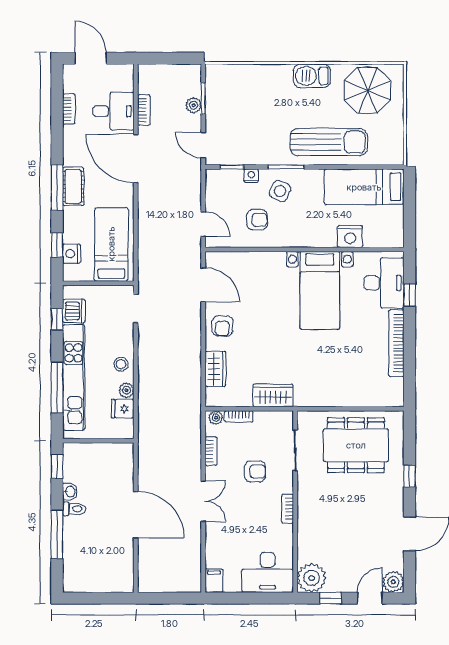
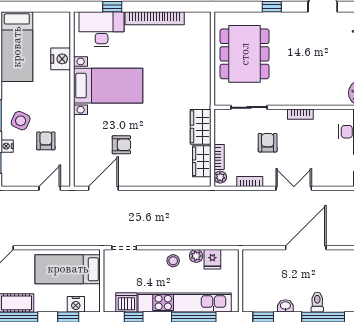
armchair: (222, 326) -> (121, 145), moved
wardrobe: (215, 369) -> (202, 161), moved, turned -90
toilet: (74, 509) -> (317, 302), moved

